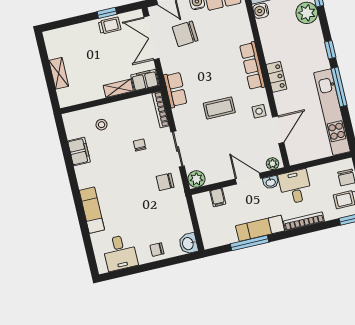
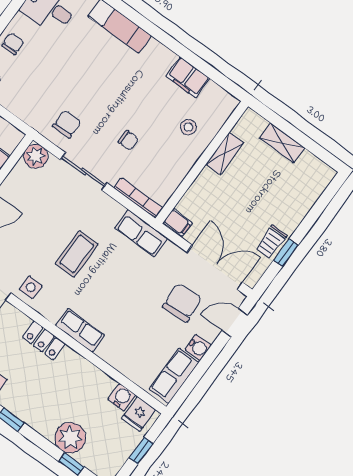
row of seats: (252, 66) -> (80, 330), width x0.68
filing cabinet: (145, 80) -> (178, 223), width x0.50
shelving: (118, 88) -> (225, 153), moved

